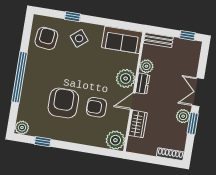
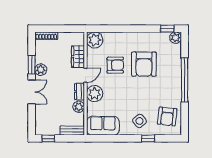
window: (43, 142) -> (167, 29), moved

